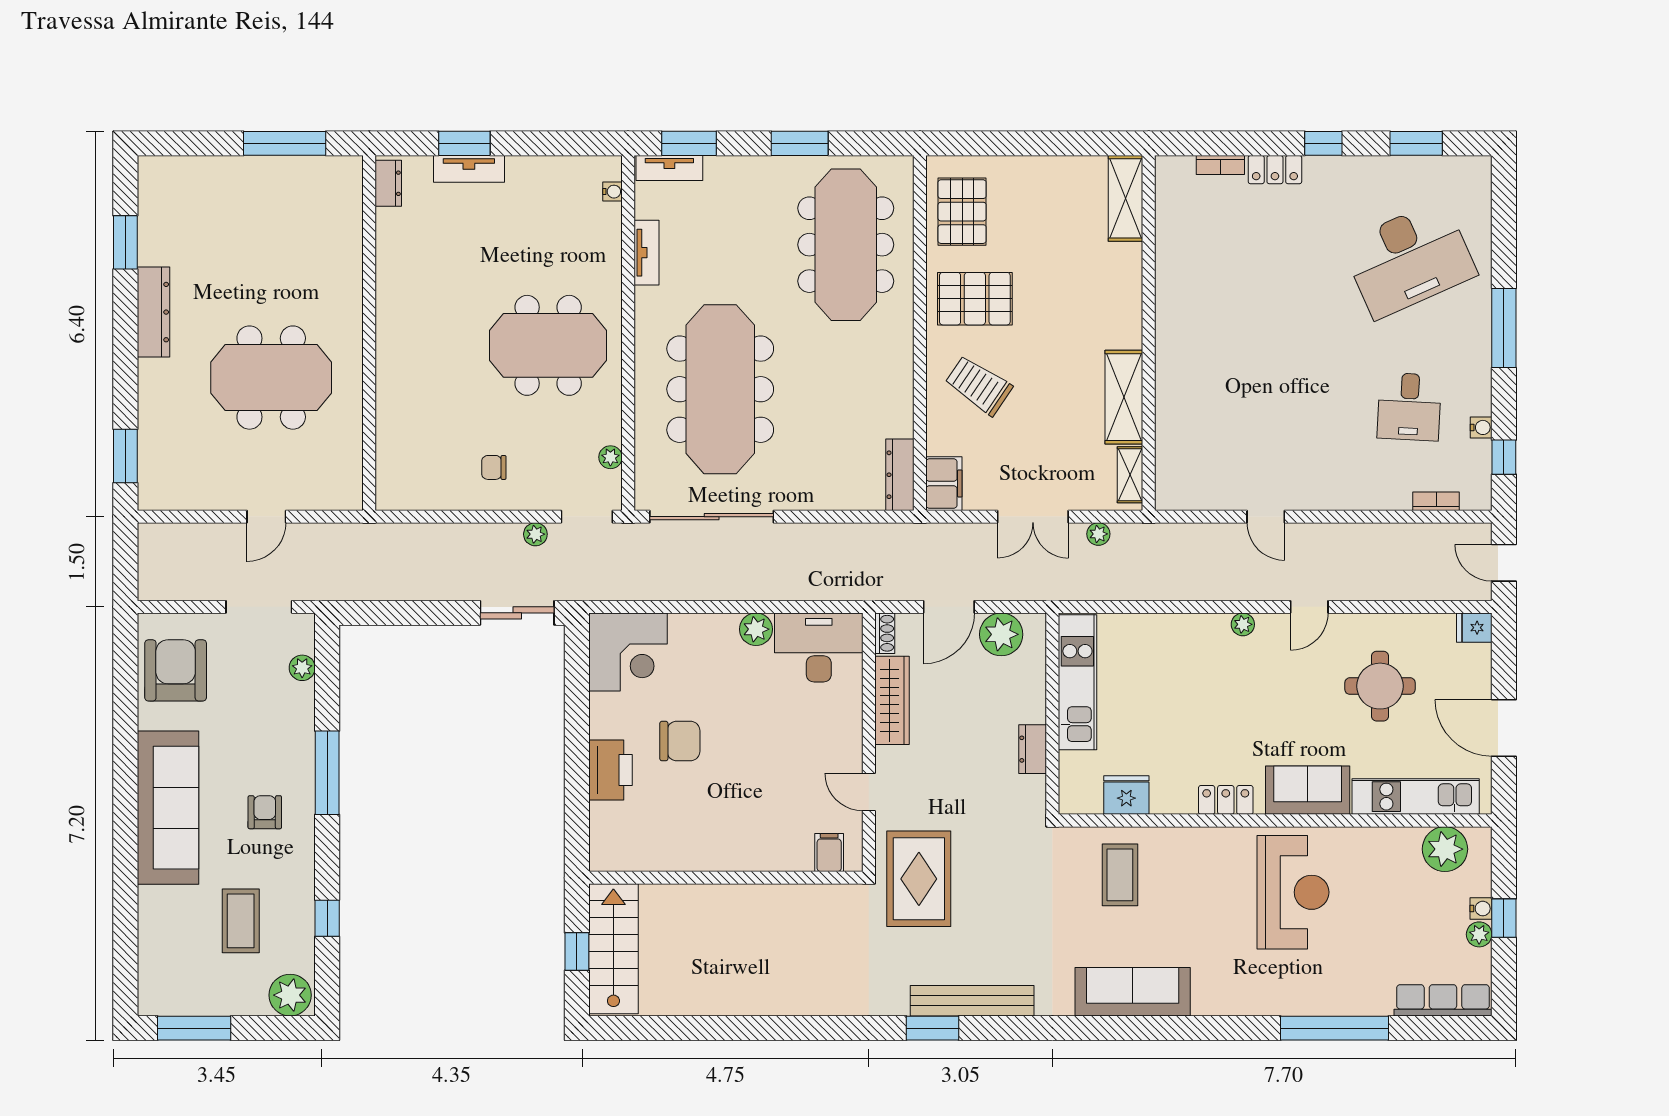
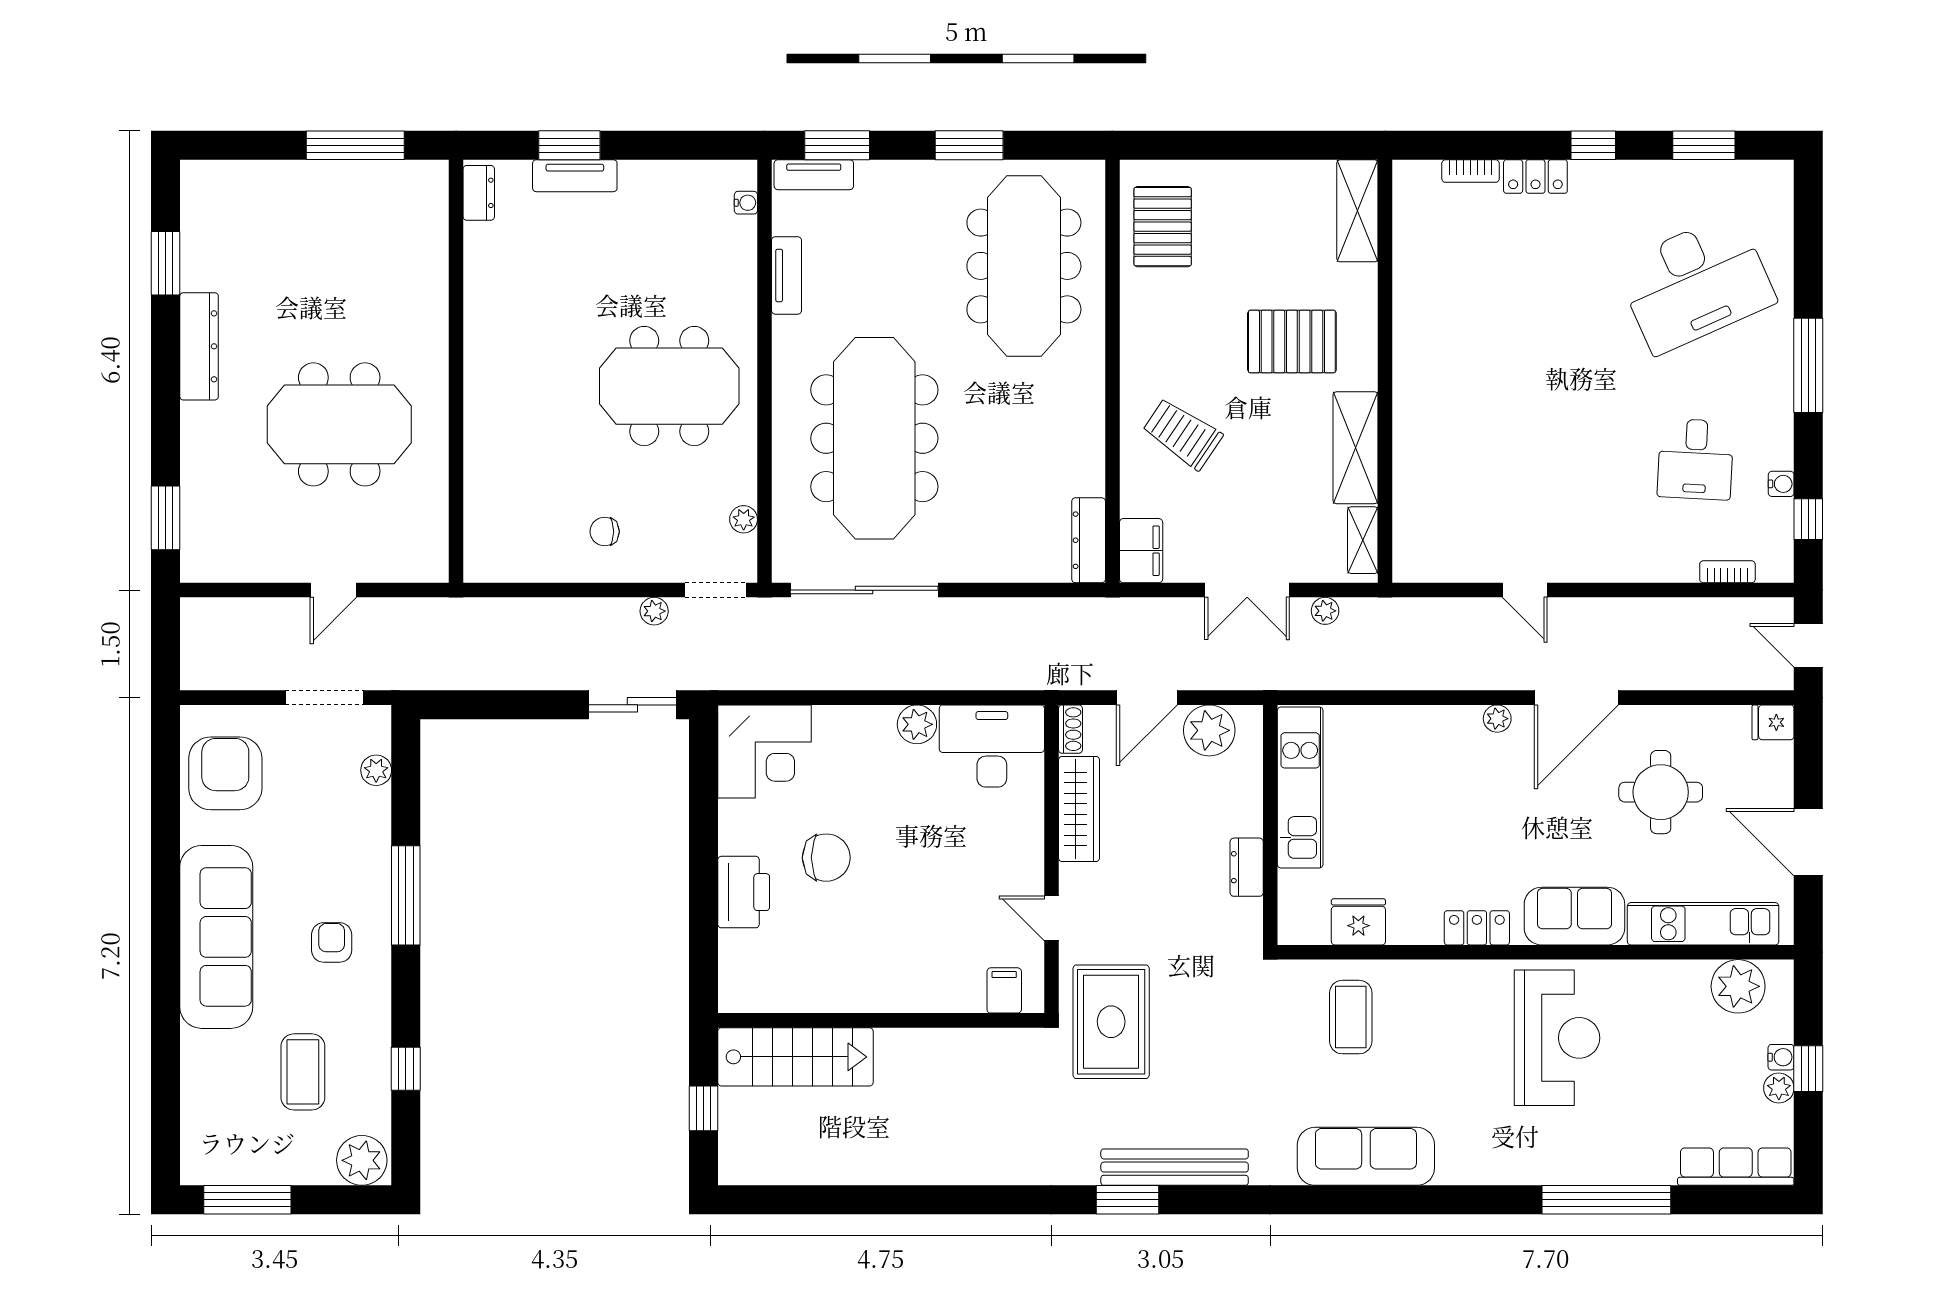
pallet: (975, 299) -> (1292, 342), moved
door: (1309, 607) -> (1576, 698), width x1.88
stairs: (613, 949) -> (795, 1057), moved, turned 90

